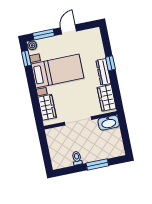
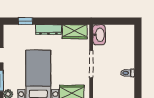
window: (110, 63) -> (25, 21), moved
window: (97, 164) -> (138, 54), removed

